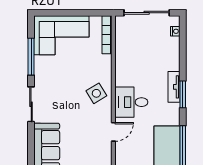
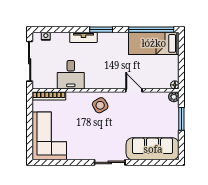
window: (31, 57) -> (68, 162), removed
tv unit: (174, 87) -> (83, 37), moved
desk: (131, 102) -> (71, 75), moved

